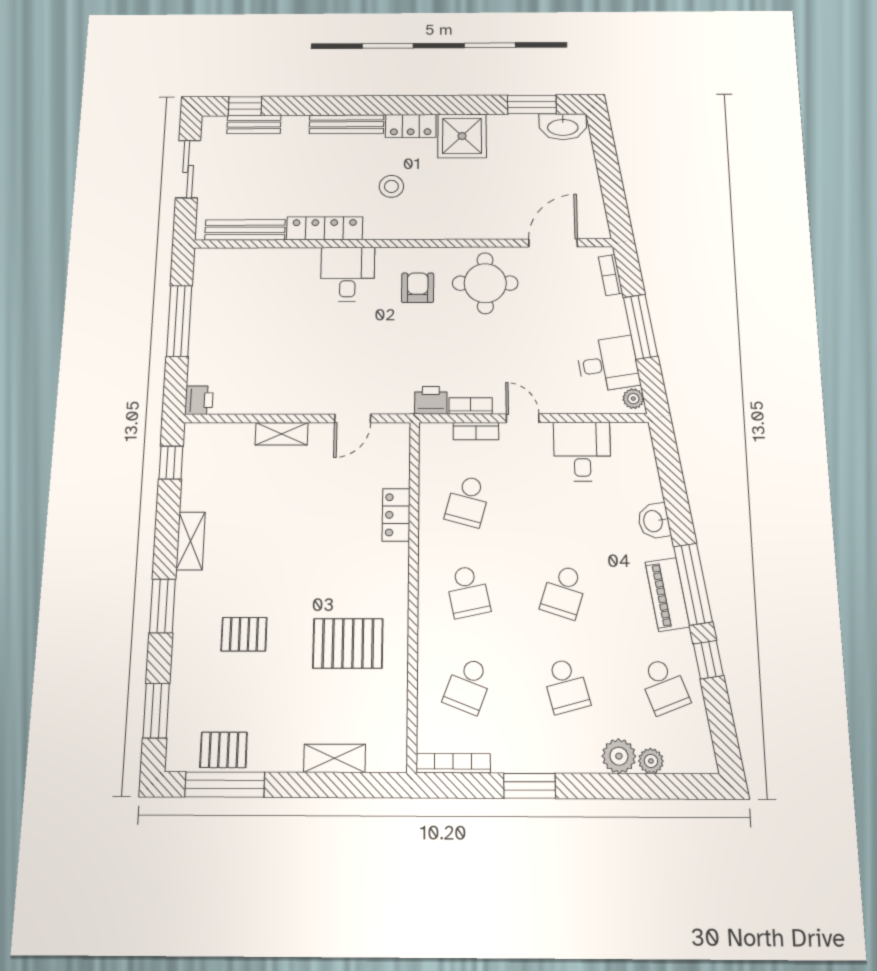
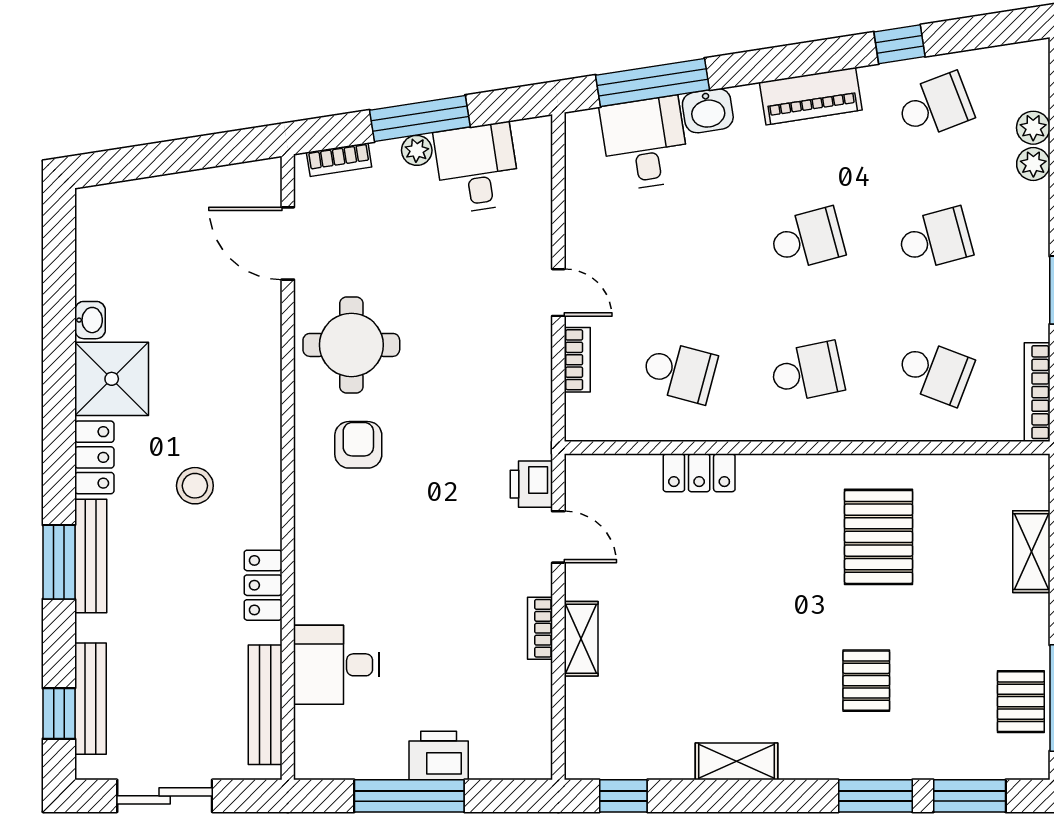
window: (532, 104) -> (59, 562), moved
bench: (254, 125) -> (90, 699), width x1.36
washbasin: (563, 127) -> (90, 320), moved, width x0.52, depth x0.69
locker: (325, 228) -> (263, 585), width x0.66
desk: (348, 274) -> (336, 665), moved
armchair: (418, 288) -> (358, 445), turned 90
plant: (633, 399) -> (417, 150), moved
printer: (199, 400) -> (439, 756), moved, width x1.36, depth x1.24
printer: (431, 400) -> (531, 484), moved
bookcase: (471, 406) -> (540, 628), moved
door: (523, 418) -> (558, 293), swing flipped
desk: (582, 451) -> (645, 143), moved, turned 81
window: (693, 584) -> (653, 82), moved
school desk: (564, 592) -> (807, 239), turned -33
window: (162, 606) -> (875, 796), moved
plant: (619, 756) -> (1033, 164), width x0.73, depth x0.73

